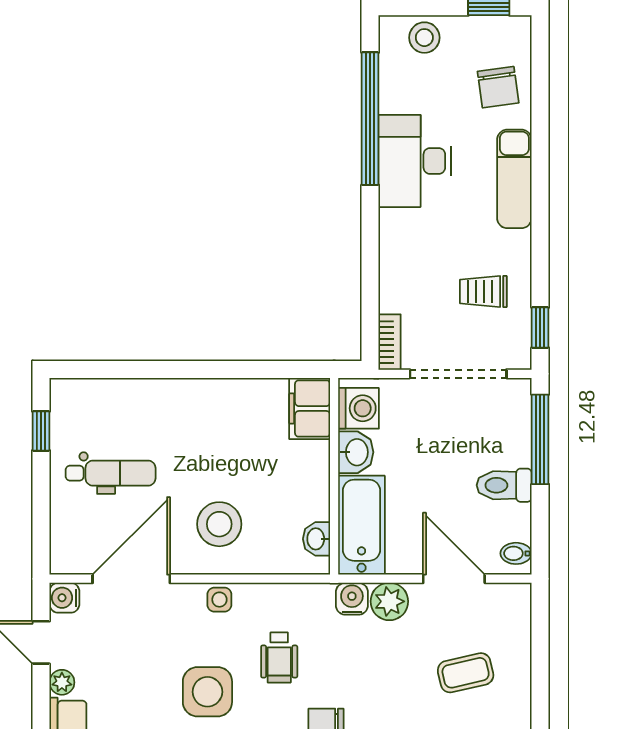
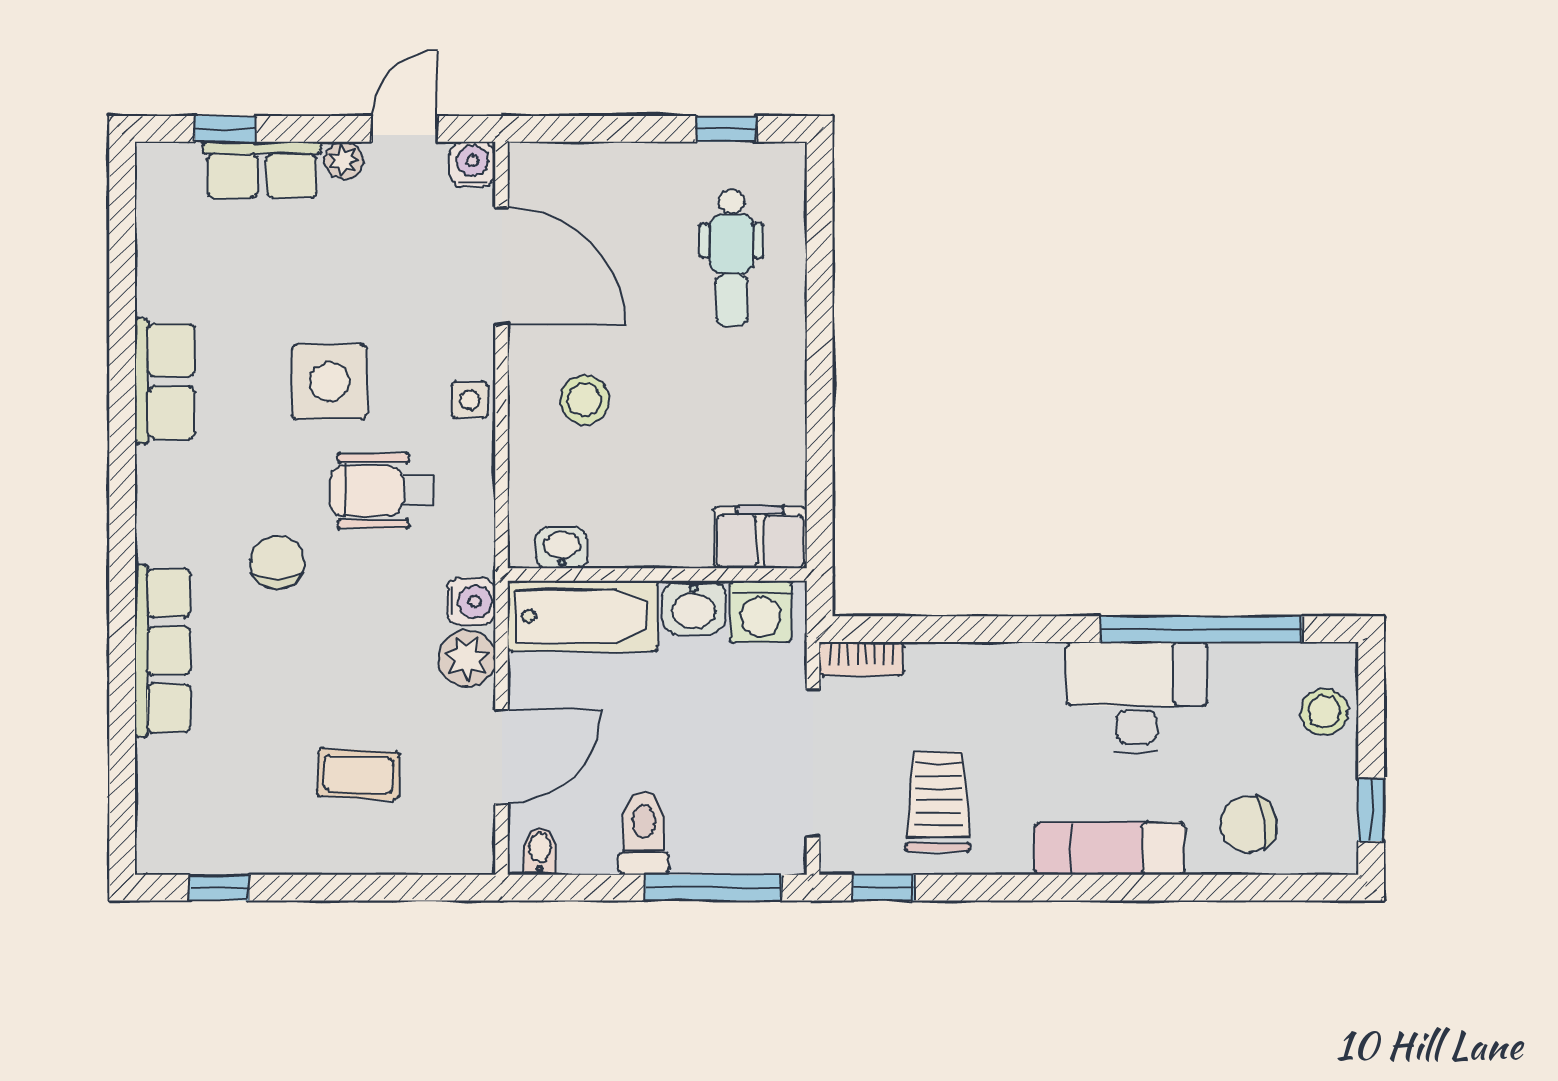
trolley: (483, 292) -> (938, 801), width x1.36, depth x1.39
dental chair: (111, 473) -> (732, 258), moved
stool: (219, 524) -> (584, 400), width x0.73, depth x0.73
wheelchair: (279, 657) -> (382, 491), width x1.36, depth x1.37
coffee table: (466, 673) -> (358, 774), turned -74

